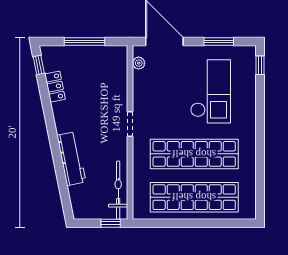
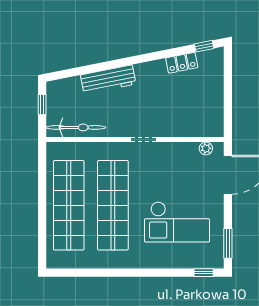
window: (85, 42) -> (228, 93), removed
window: (219, 42) -> (228, 243), moved
window: (111, 223) -> (42, 105), moved

